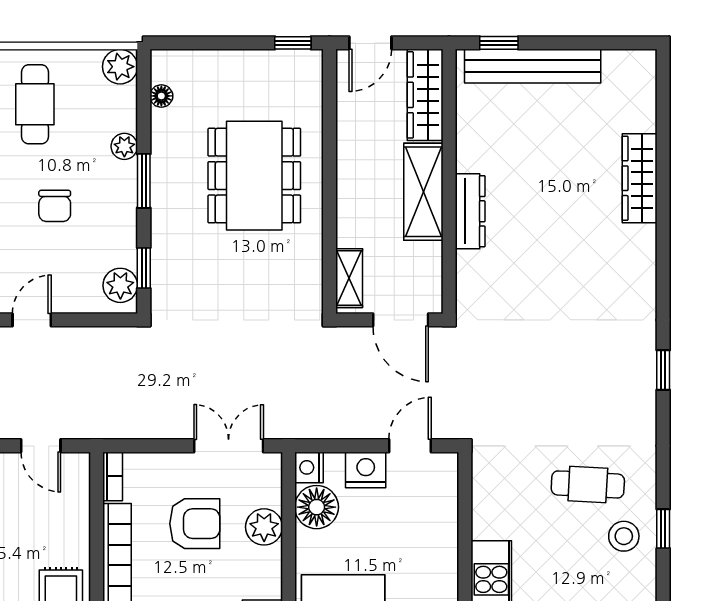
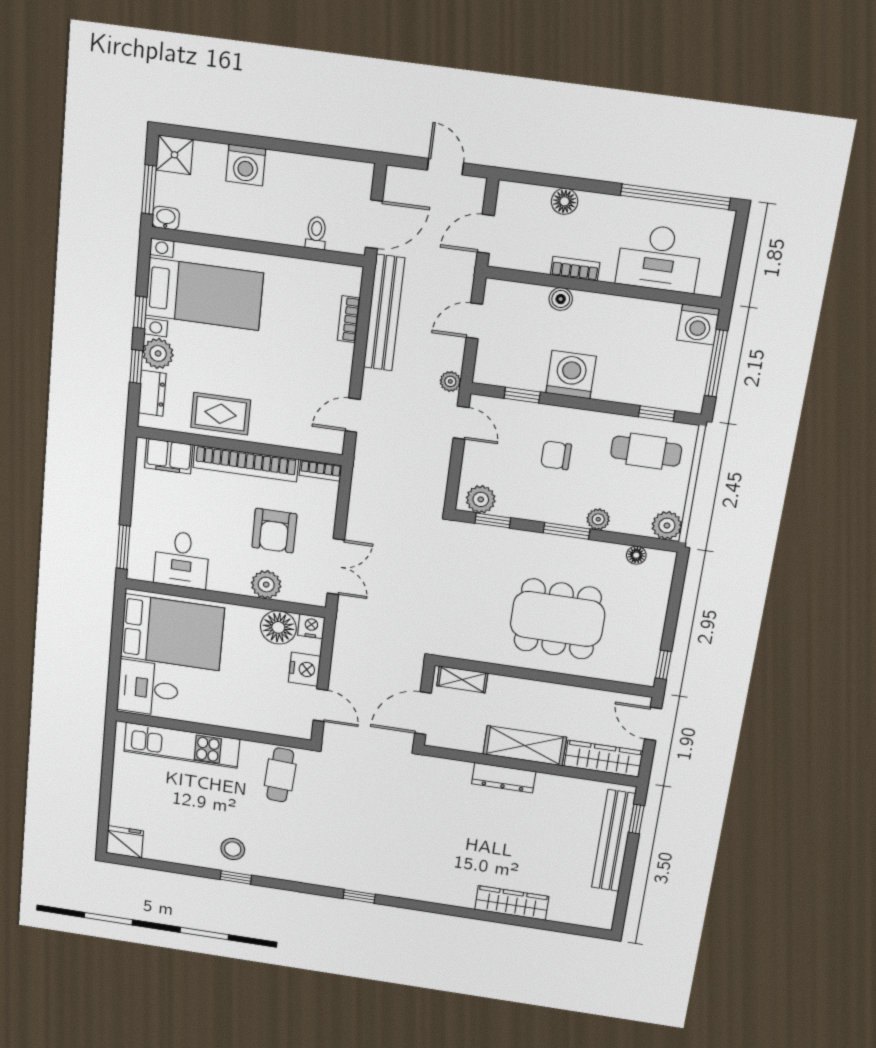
cafe table: (588, 484) -> (280, 775), moved

